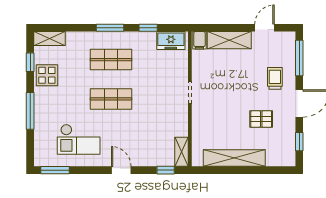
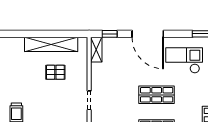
pallet: (261, 119) -> (55, 72), moved
door: (121, 170) -> (148, 34), width x1.88

